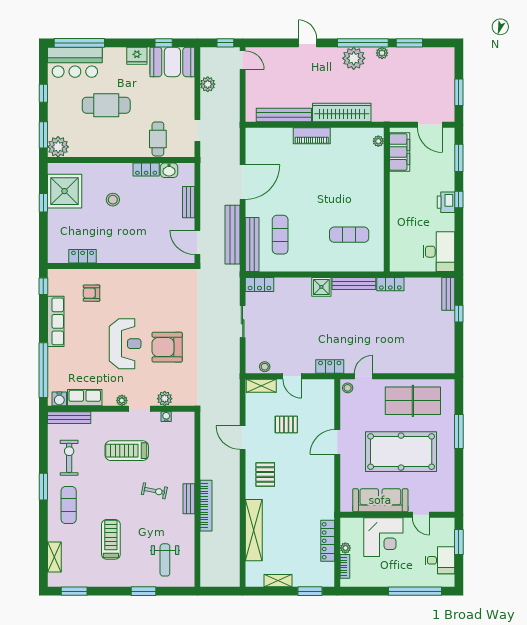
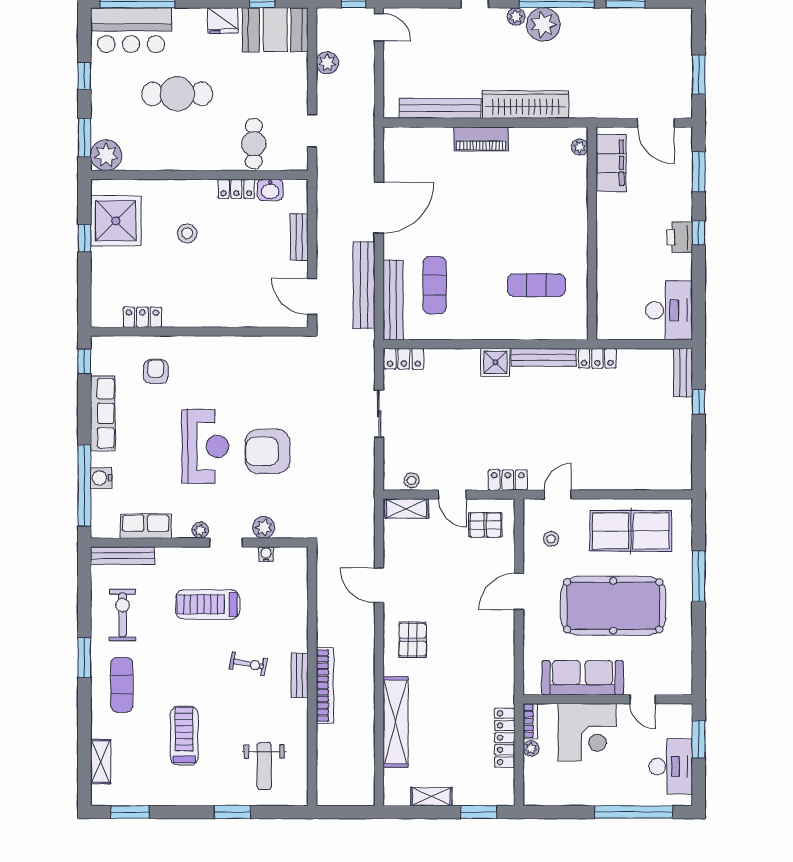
plant: (382, 53) -> (516, 17), moved
armchair: (92, 293) -> (156, 371), turned 90
stool: (348, 388) -> (551, 539), moved
water cooler: (59, 399) -> (101, 478), moved, turned 90
pallet: (286, 424) -> (485, 525), moved
desk: (440, 560) -> (671, 767), width x1.37
bookcase: (345, 566) -> (530, 721), moved

